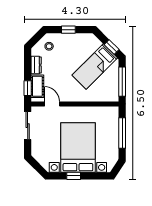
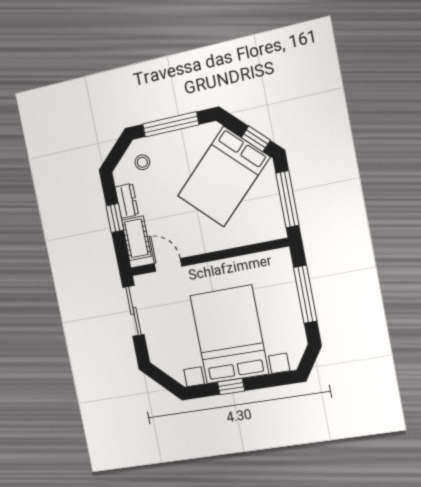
window: (68, 30) -> (171, 124), width x2.17
bed: (95, 67) -> (224, 177), width x1.50
window: (28, 88) -> (115, 218), moved

